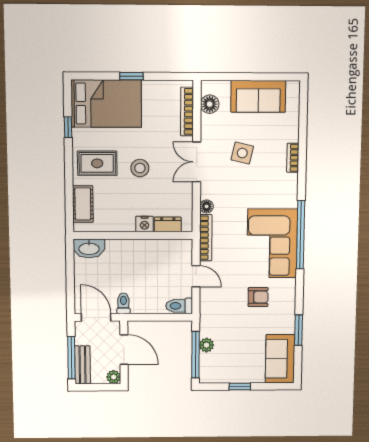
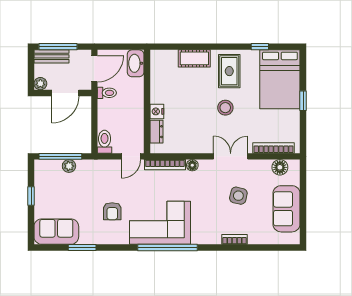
nightstand: (144, 224) -> (157, 111), moved
dresser: (168, 224) -> (157, 132), moved
wall: (133, 235) -> (147, 101), moved
washbasin: (89, 248) -> (136, 63), moved

